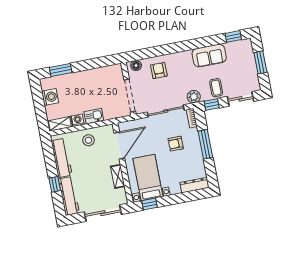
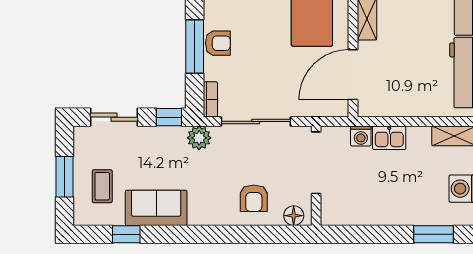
window: (233, 36) -> (126, 234), moved
coffee table: (216, 88) -> (102, 186), moved
washing machine: (78, 120) -> (361, 136), moved
stool: (89, 140) -> (408, 95), removed
armchair: (176, 144) -> (218, 43), moved

